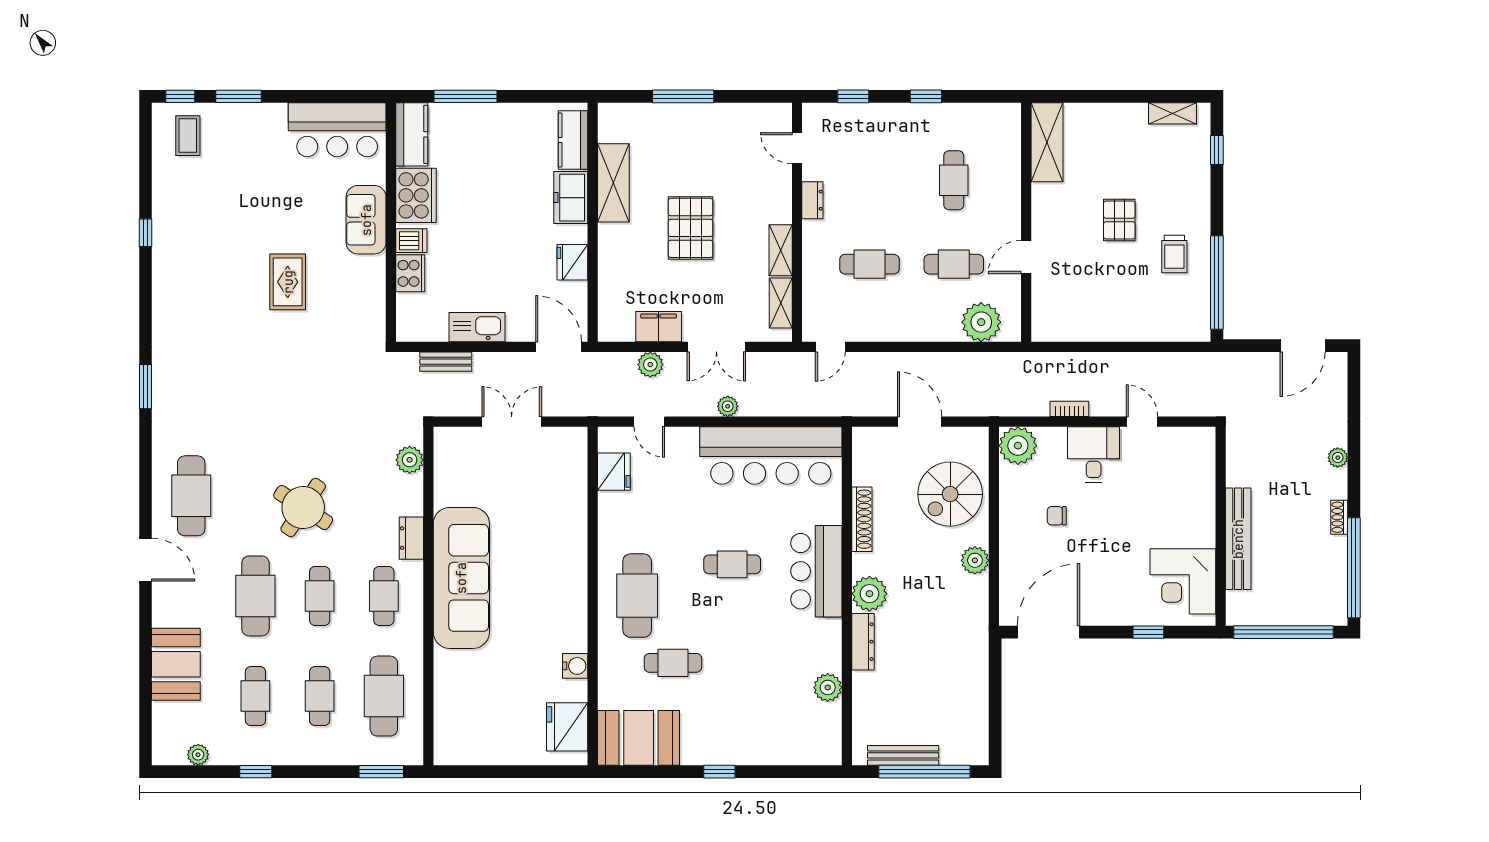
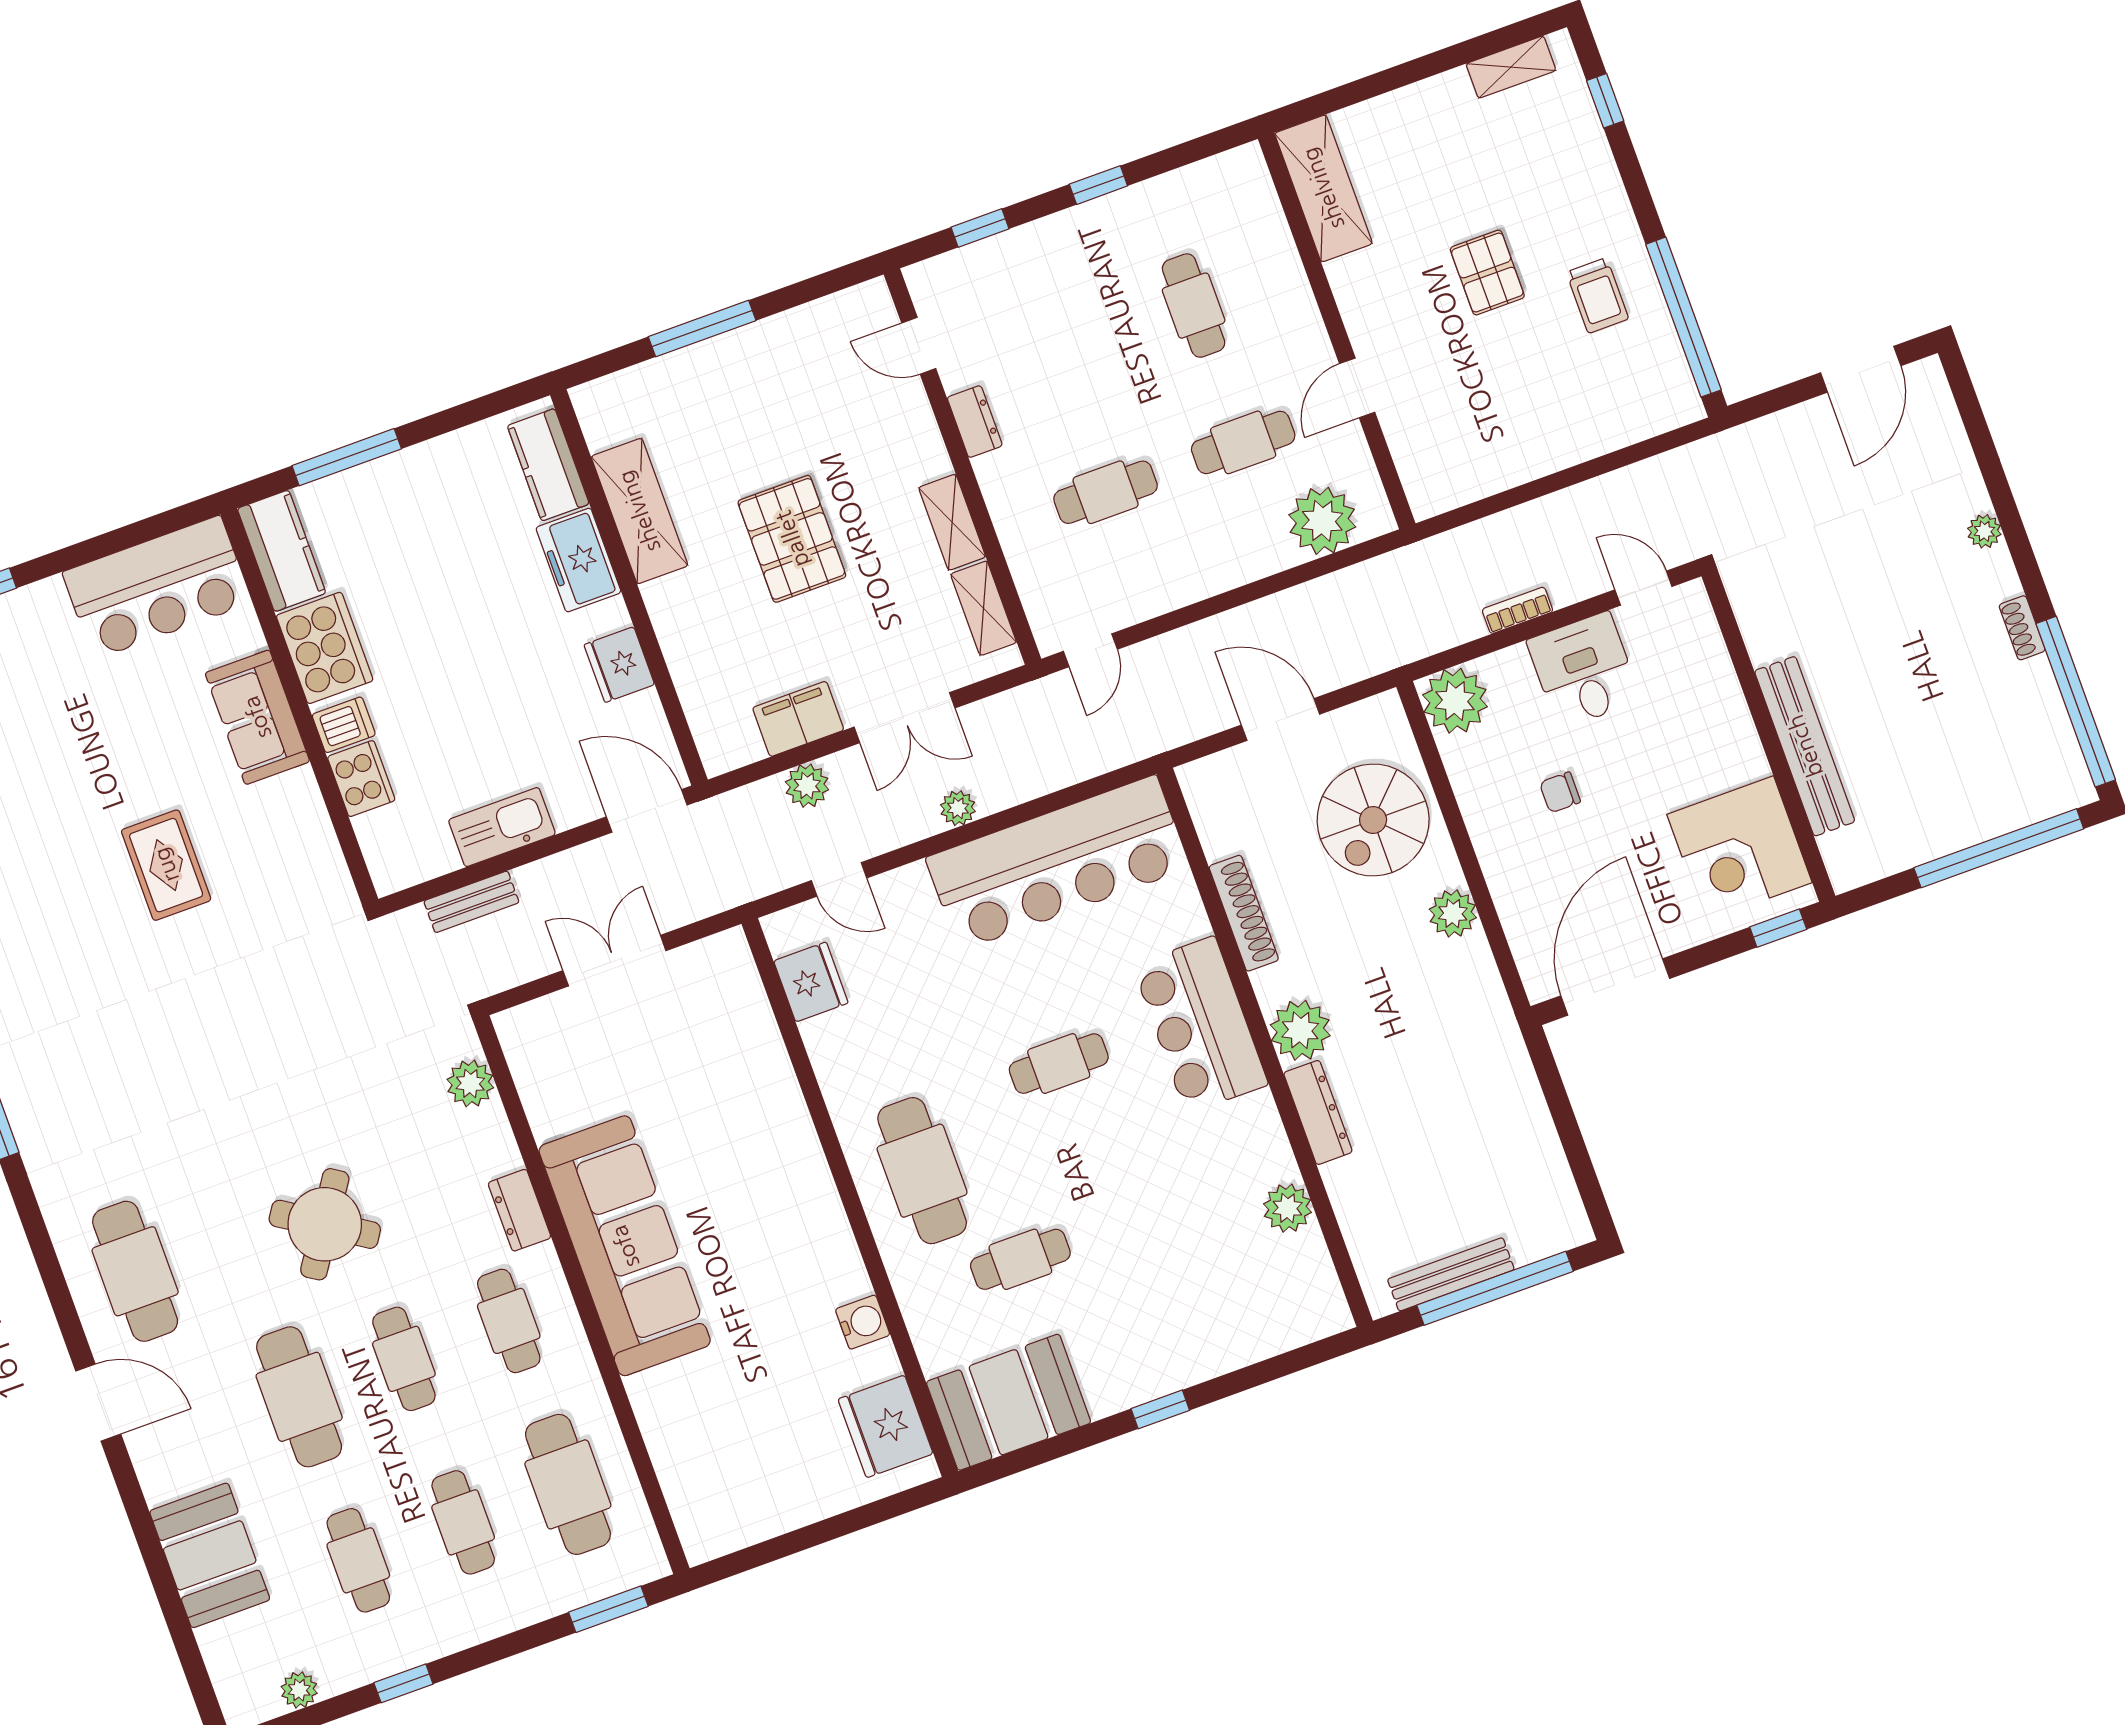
wall: (1221, 526) -> (1768, 736), moved
bench: (1238, 539) -> (1805, 746), moved
corner desk: (1183, 581) -> (1739, 848), moved

